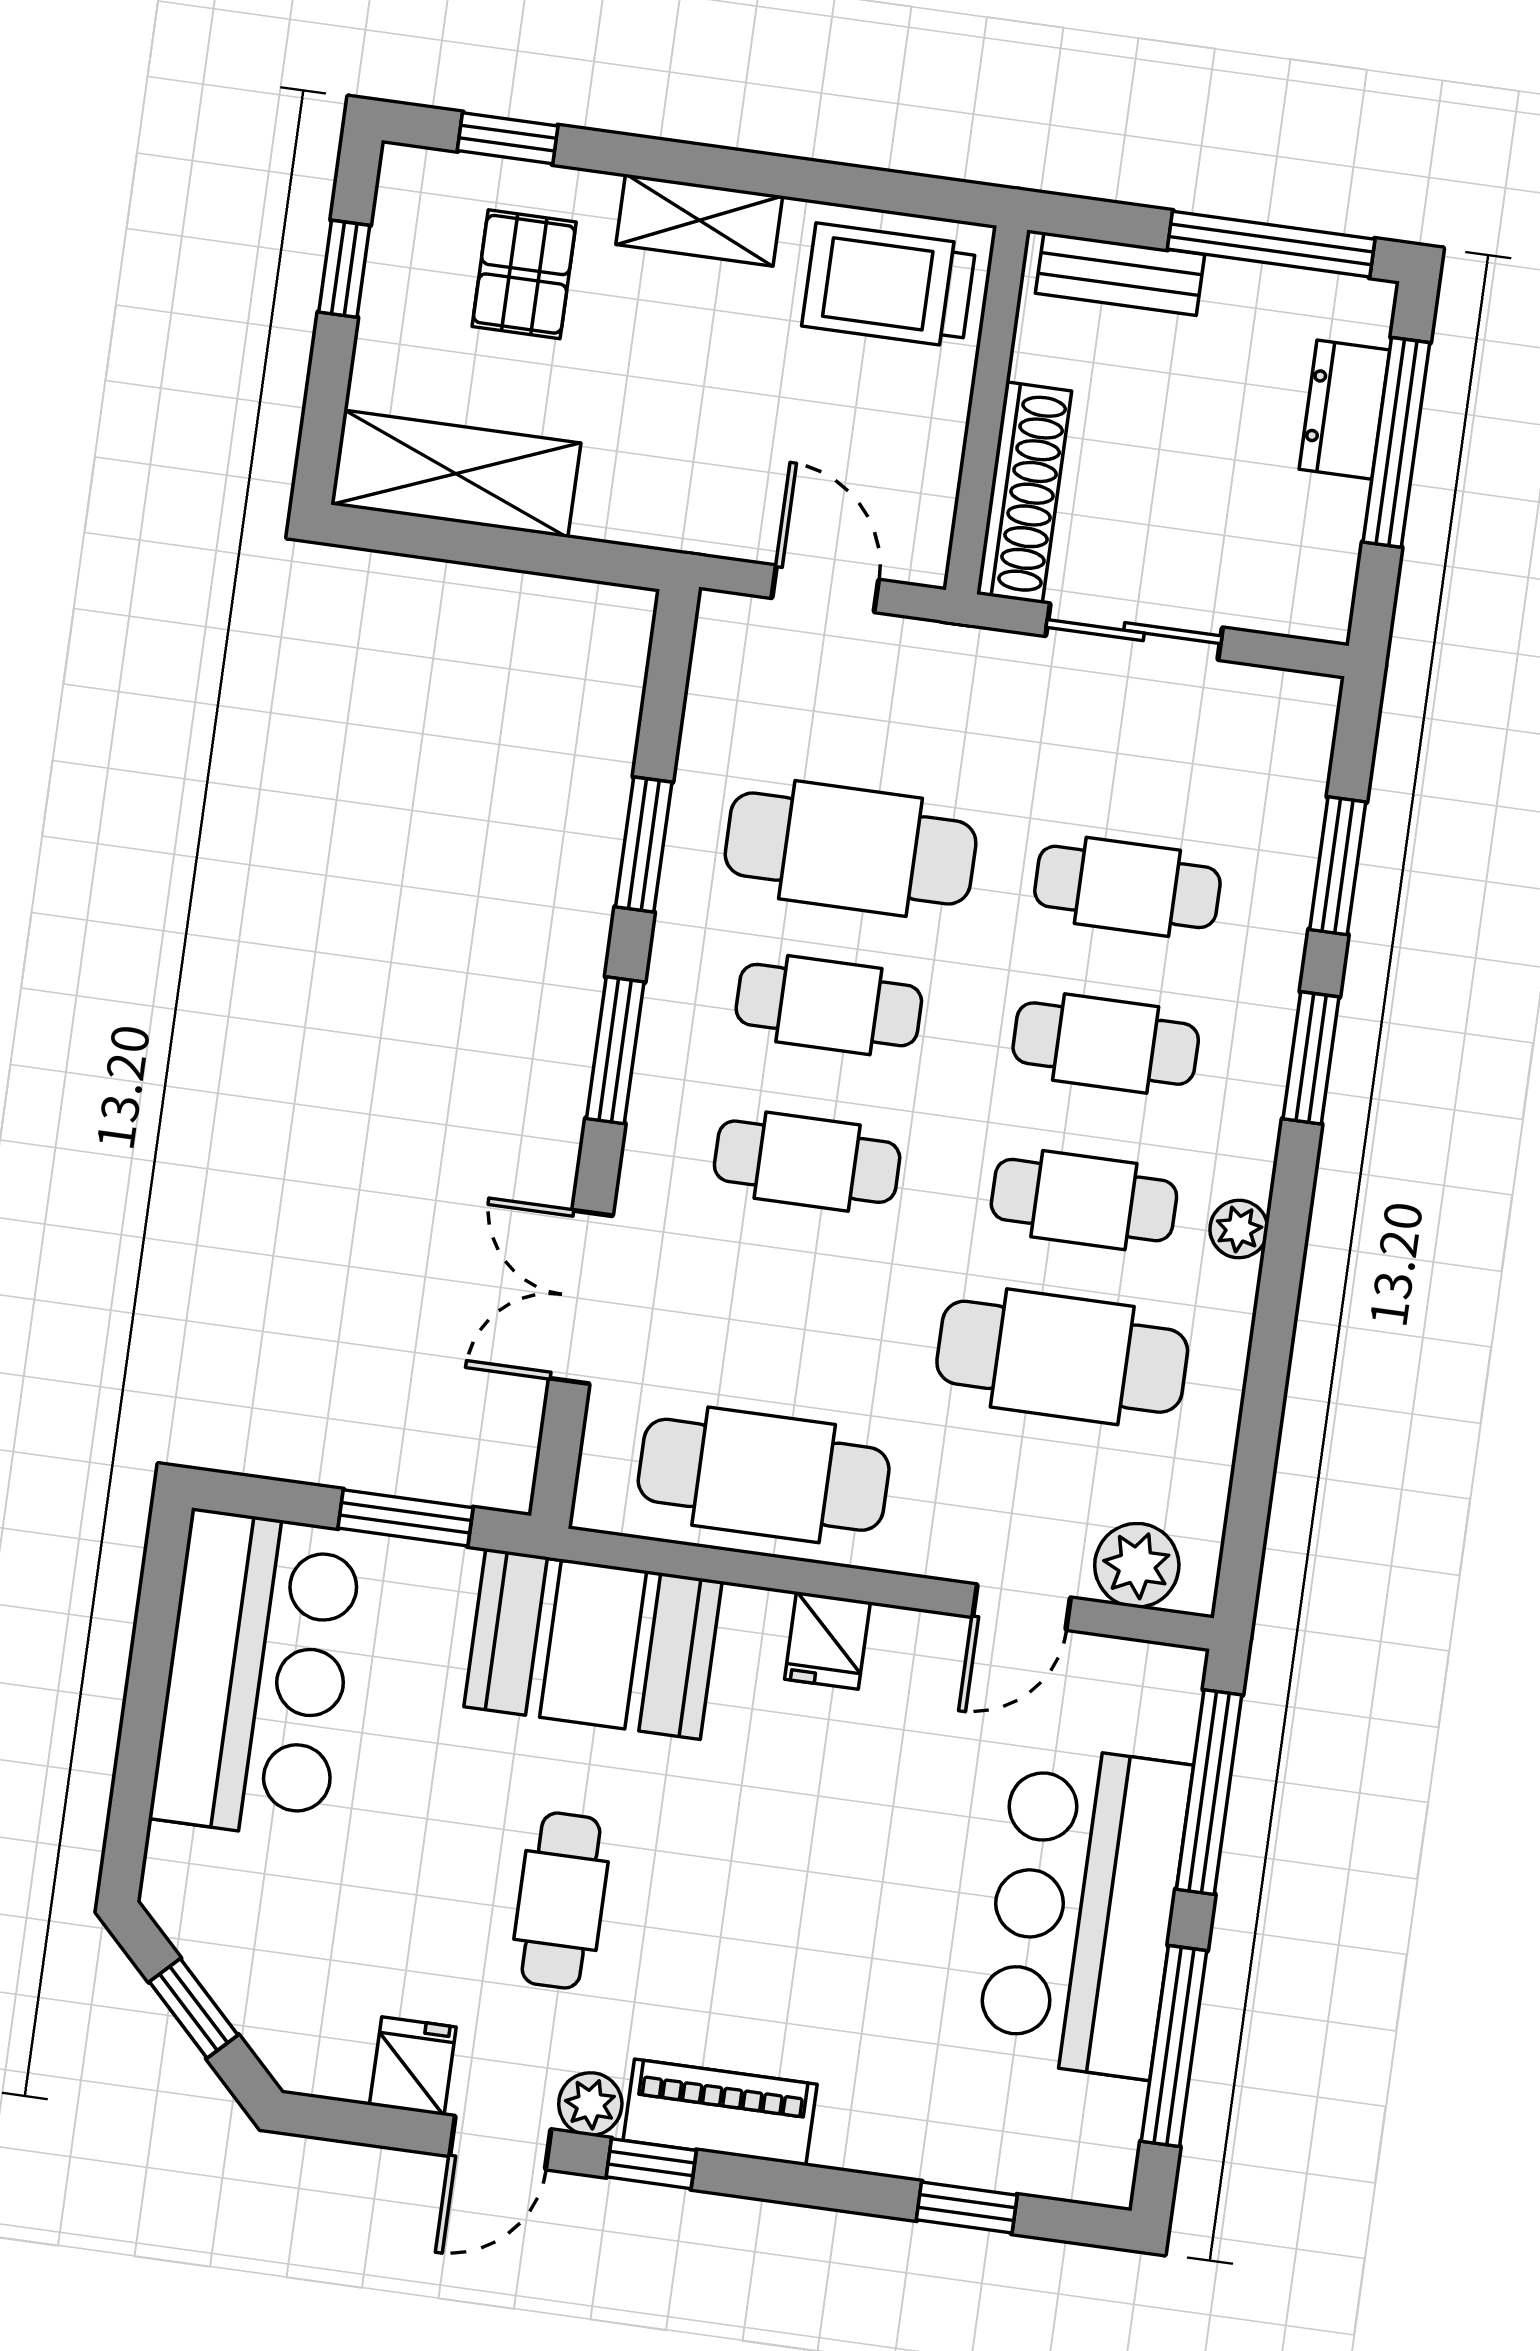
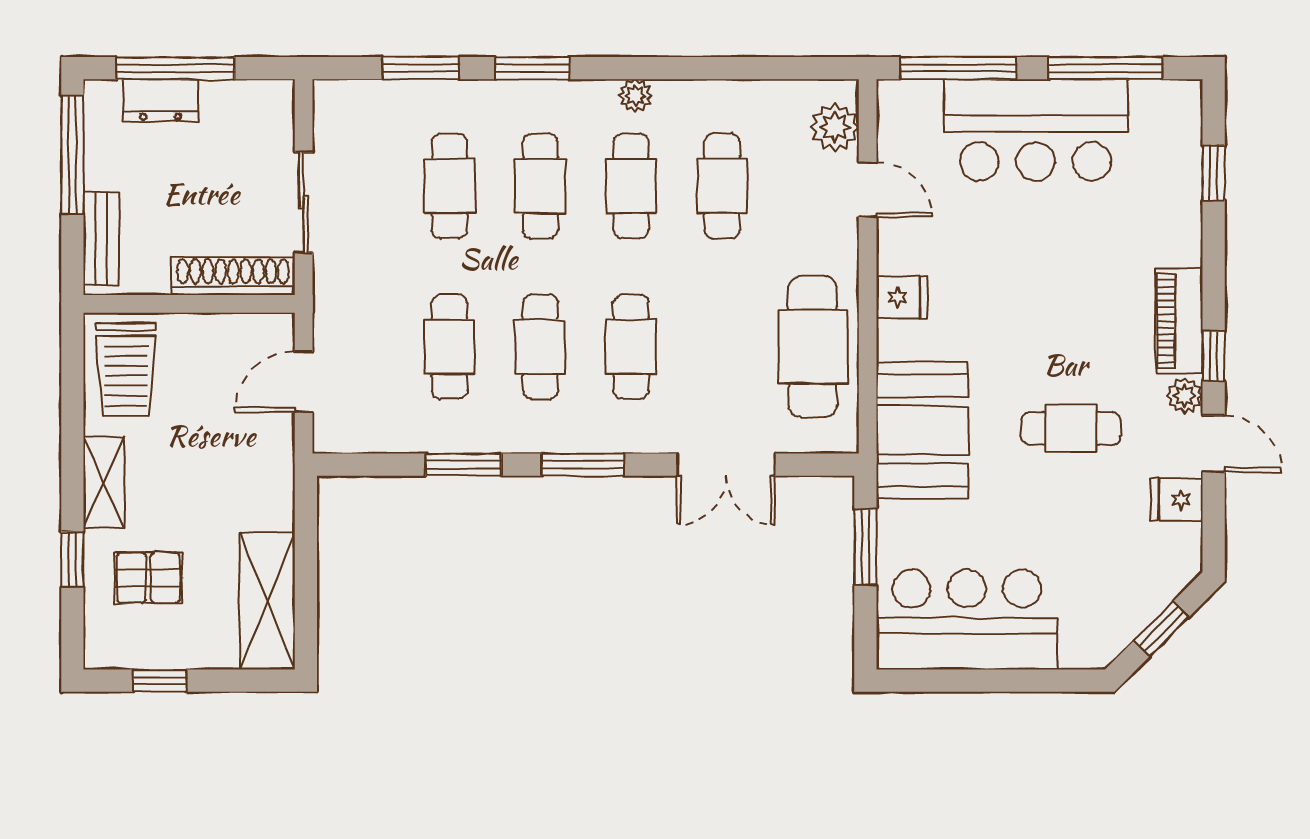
window: (508, 138) -> (72, 559), moved
cafe table: (851, 848) -> (449, 347), width x0.73, depth x0.74
cafe table: (1062, 1357) -> (722, 186), width x0.73, depth x0.74

